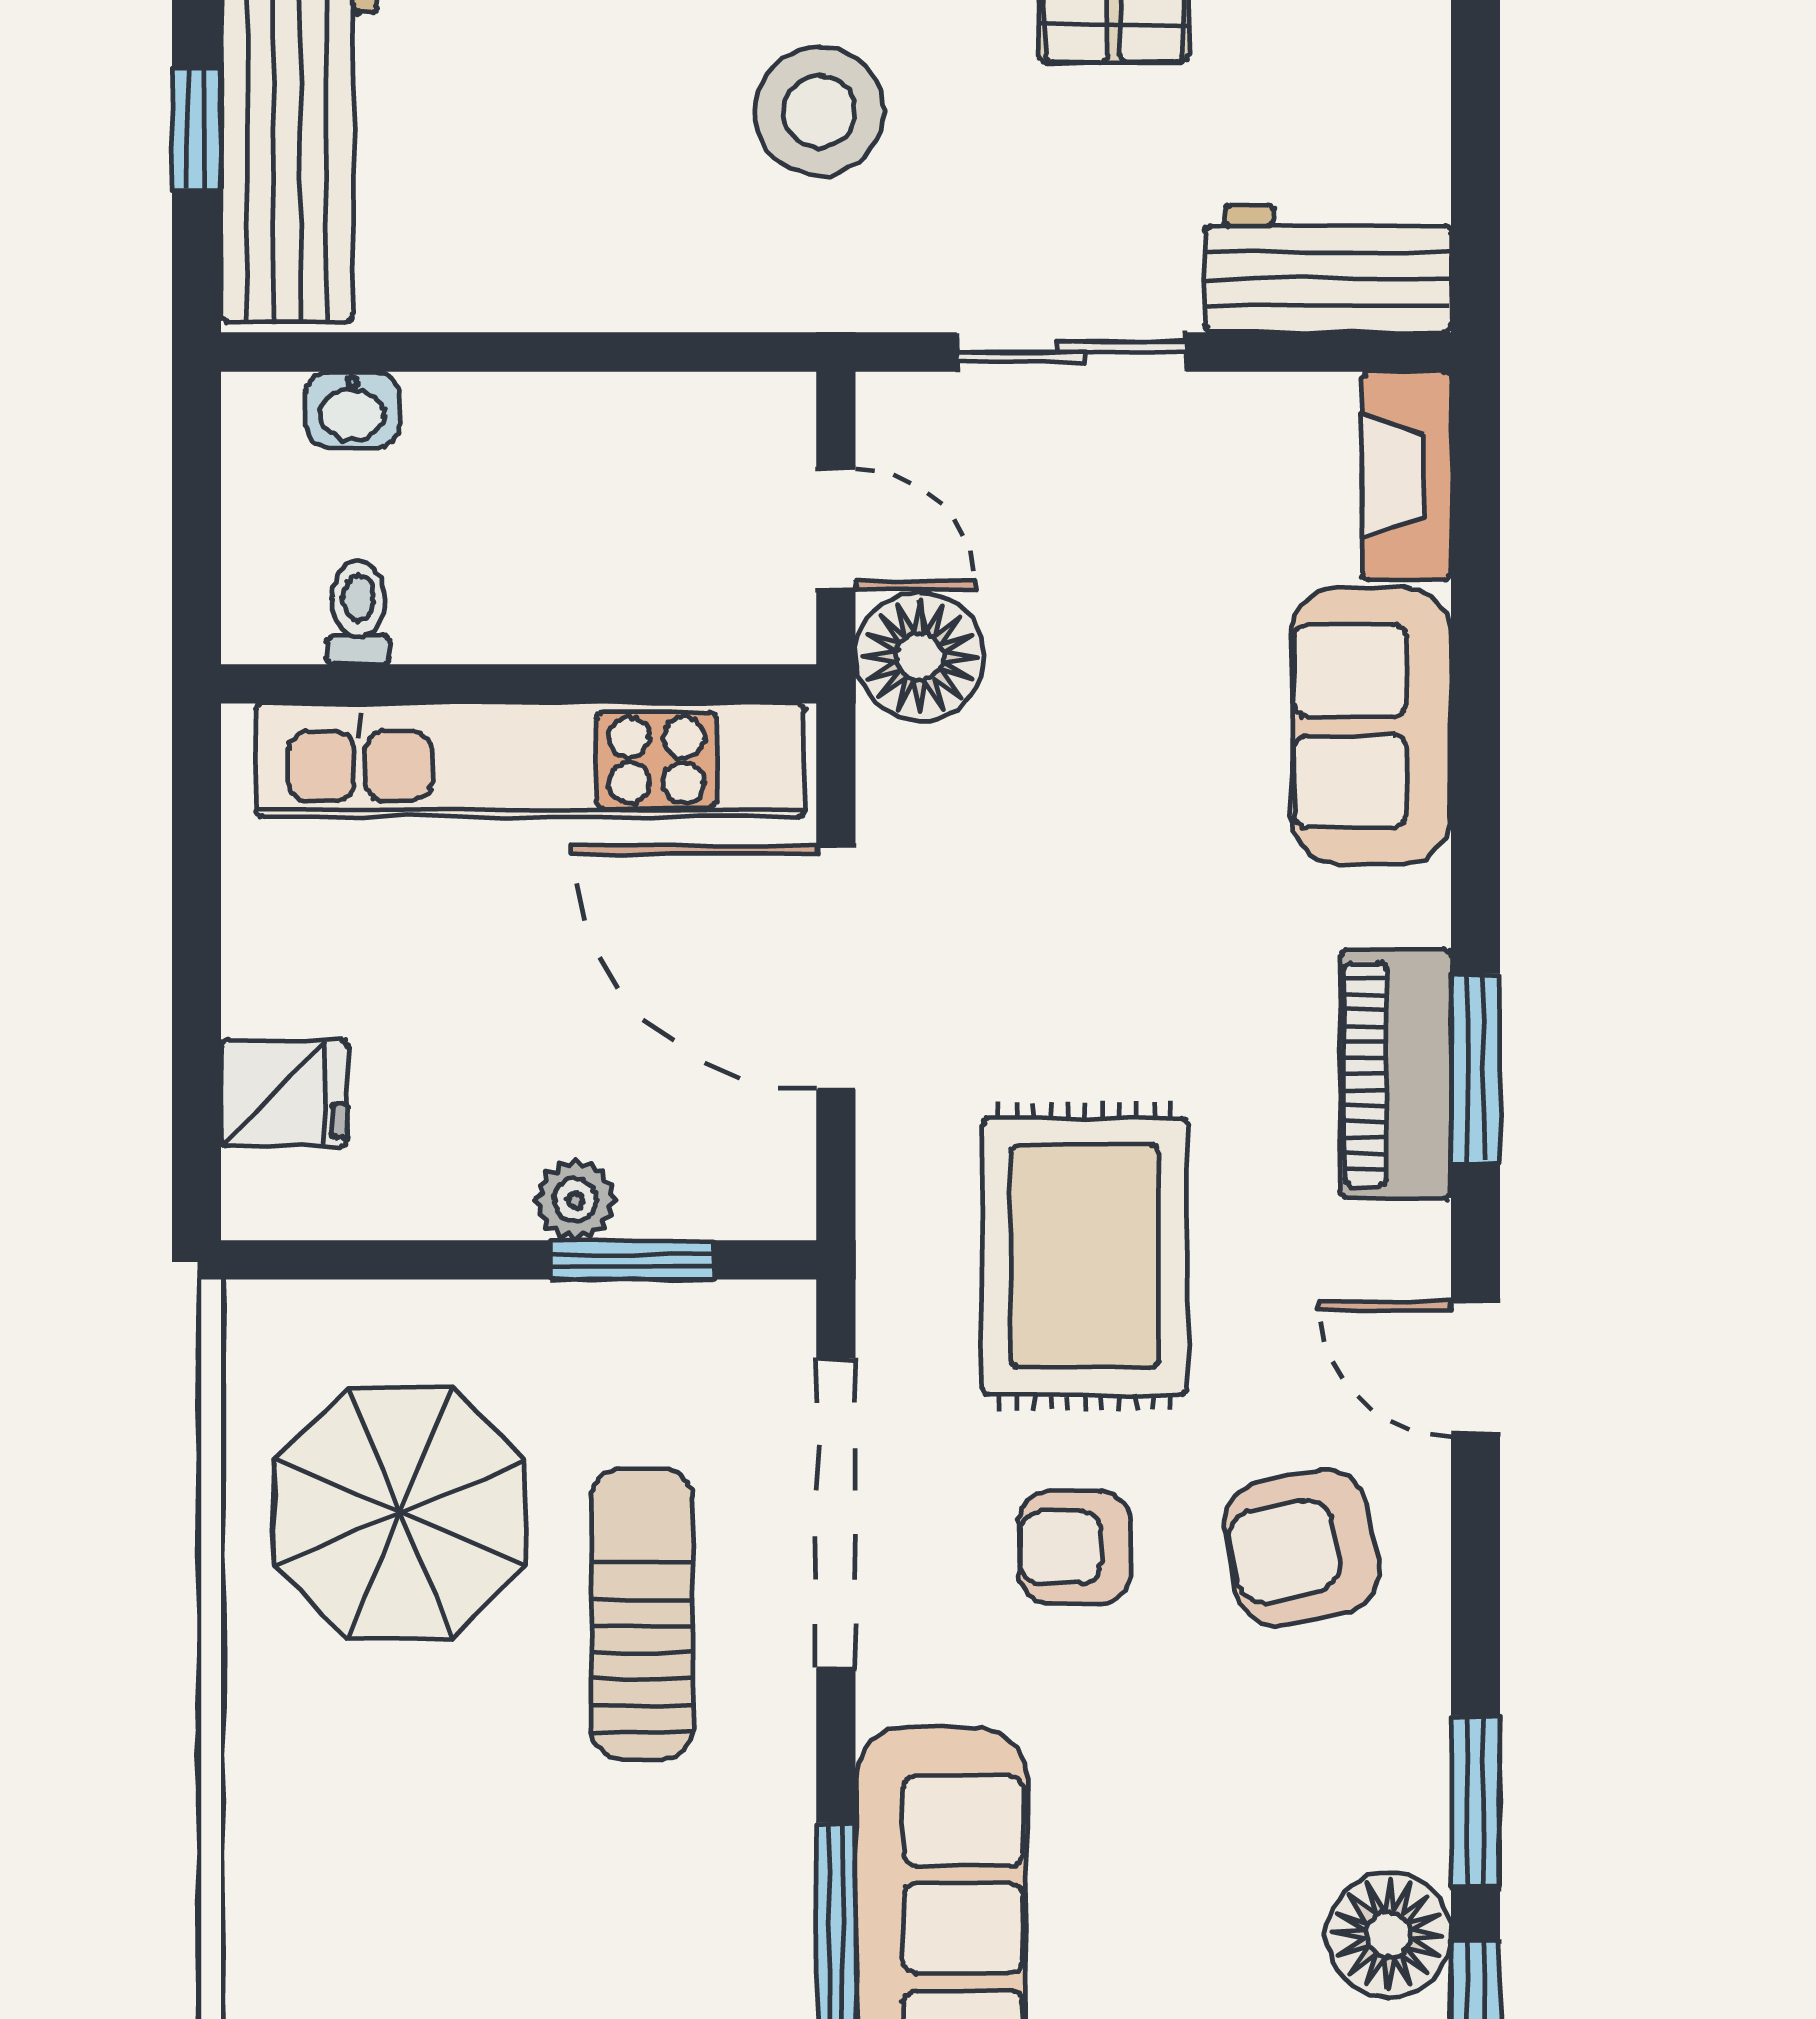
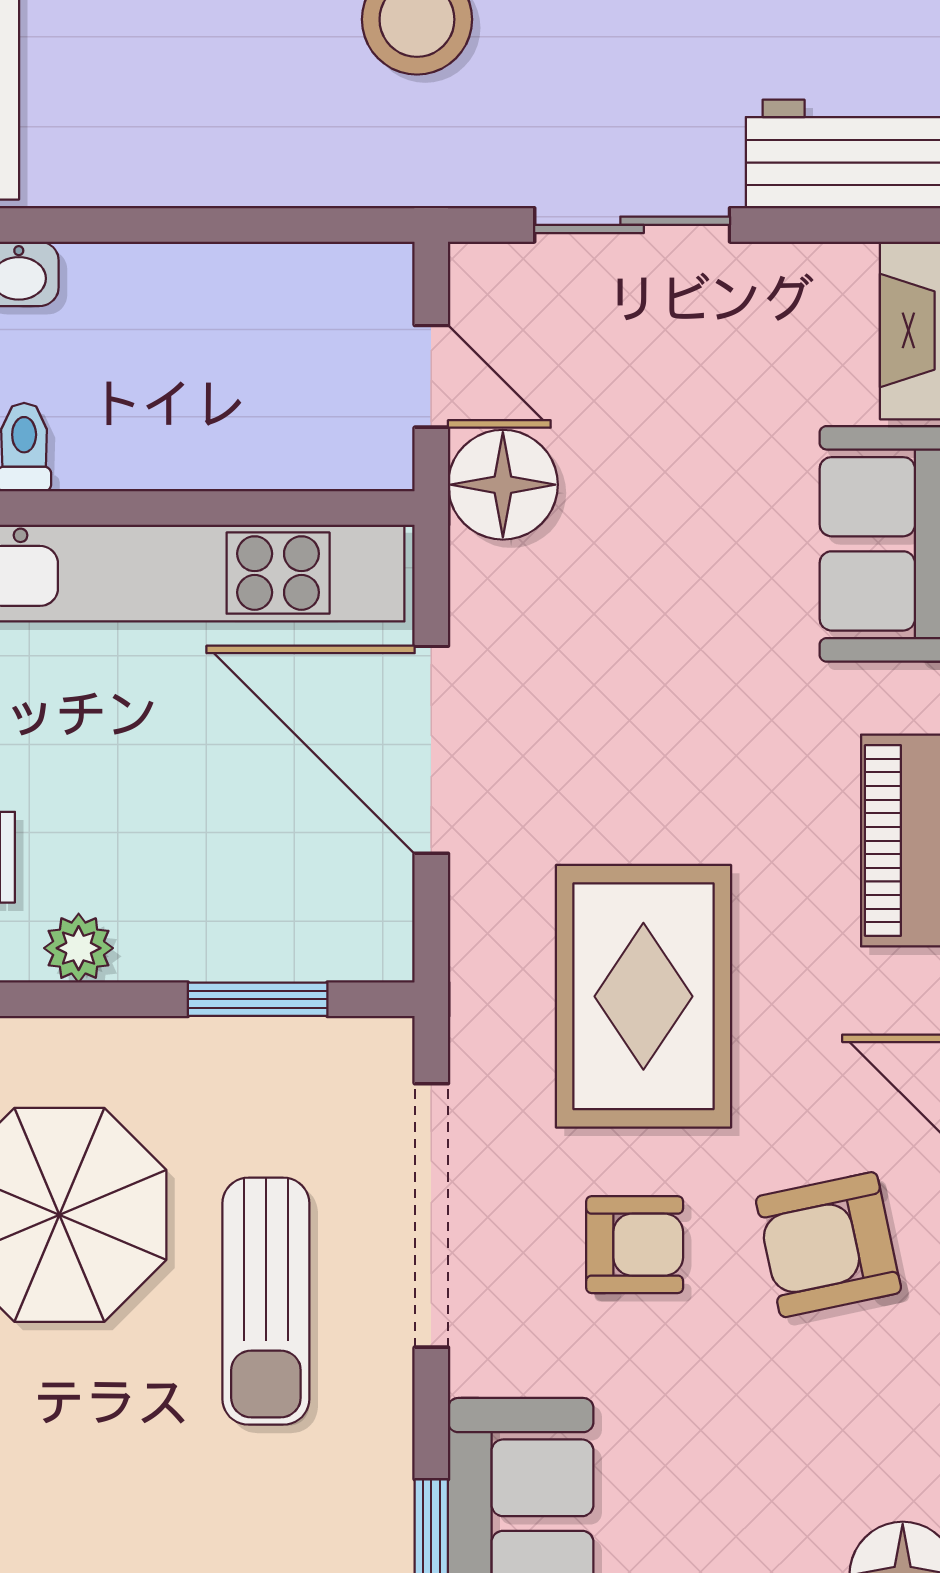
plant: (575, 1200) -> (79, 948), moved
armchair: (1074, 1548) -> (635, 1245), turned 180
sun lounger: (642, 1614) -> (266, 1301), turned 180

